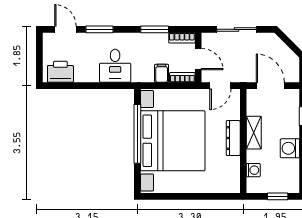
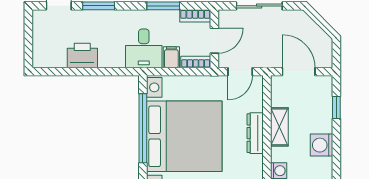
door: (198, 59) -> (214, 41), hinge flipped
desk: (115, 66) -> (144, 48), moved
printer: (60, 72) -> (82, 55), moved

